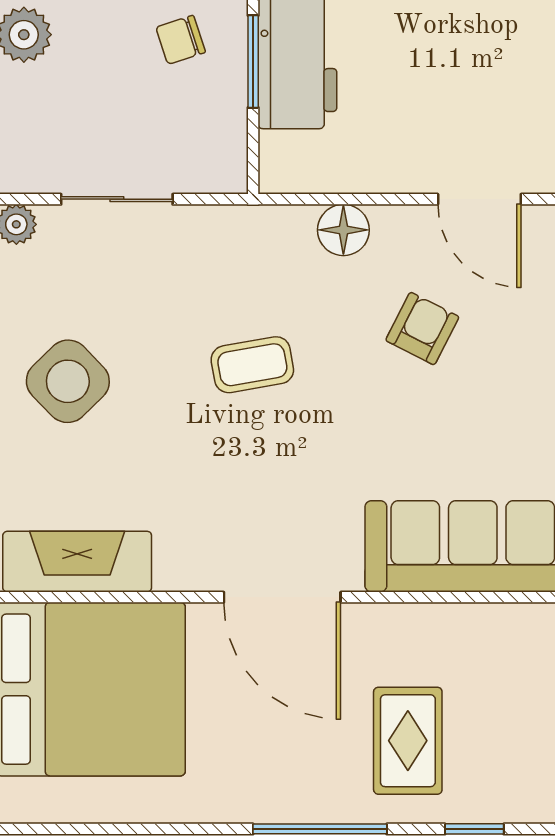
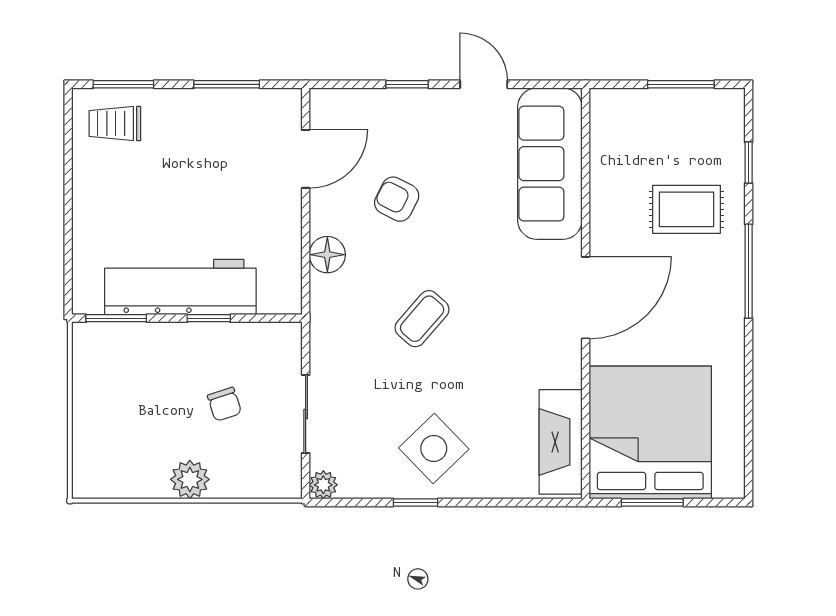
chair: (181, 40) -> (224, 404), moved
window: (253, 61) -> (209, 318), width x0.67
coffee table: (252, 365) -> (422, 319), turned 51

